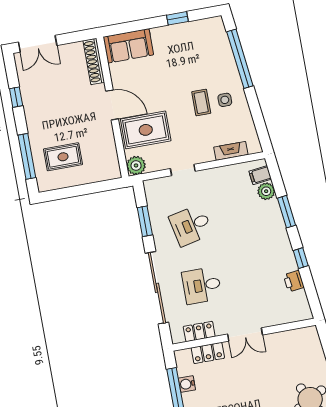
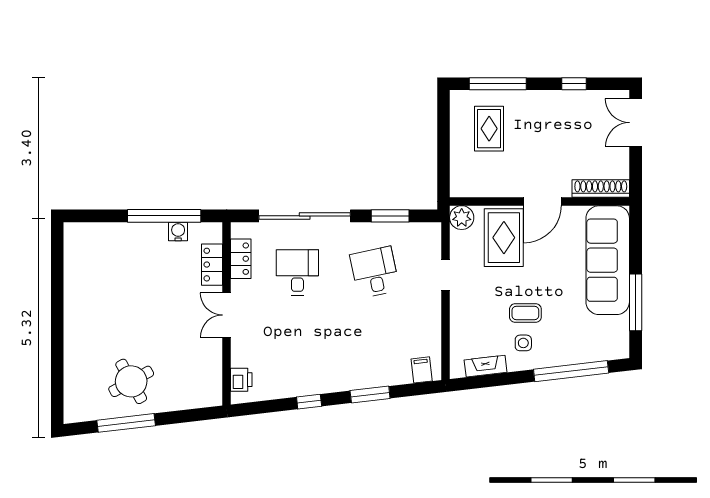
window: (177, 18) -> (636, 302), width x2.17
sofa: (128, 46) -> (608, 260), width x1.85, depth x1.27
fireplace: (231, 151) -> (486, 366), moved, turned -97
plant: (266, 191) -> (400, 374), removed
printer: (294, 281) -> (241, 380), moved, turned 97

